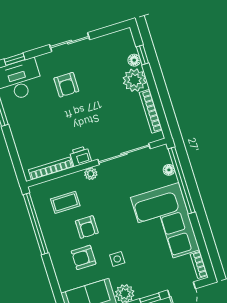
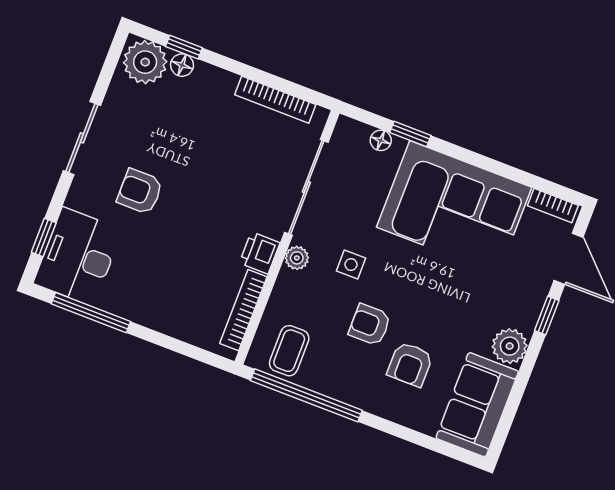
plant: (134, 80) -> (145, 62), moved
armchair: (66, 85) -> (140, 191), turned 180
window: (181, 180) -> (410, 134), width x0.32
coffee table: (65, 202) -> (289, 351), moved
armchair: (87, 227) -> (370, 325), turned 180
side table: (117, 259) -> (351, 265), moved

